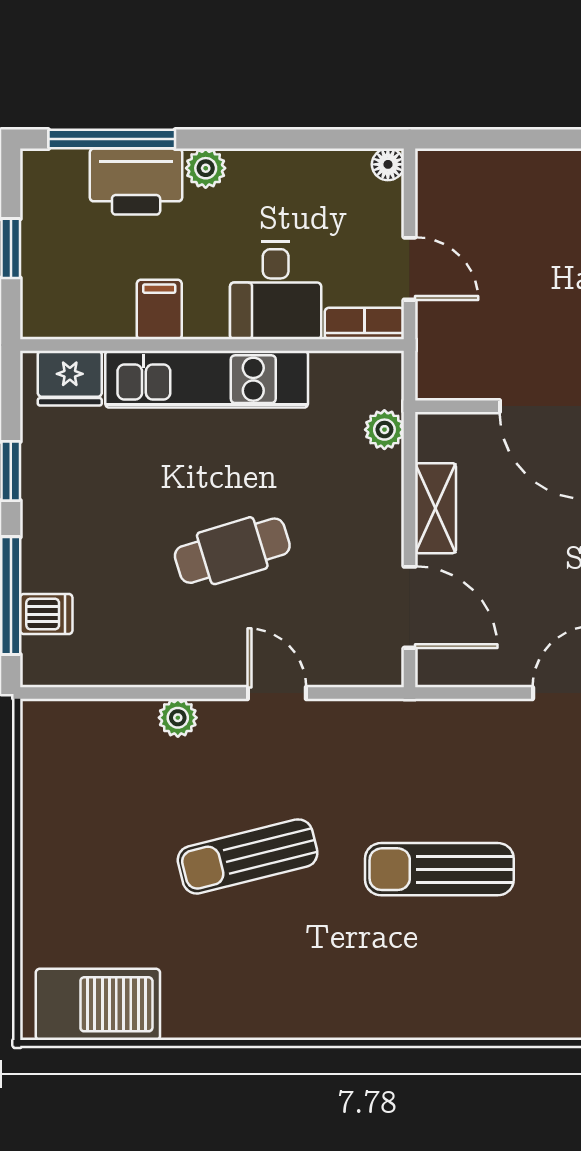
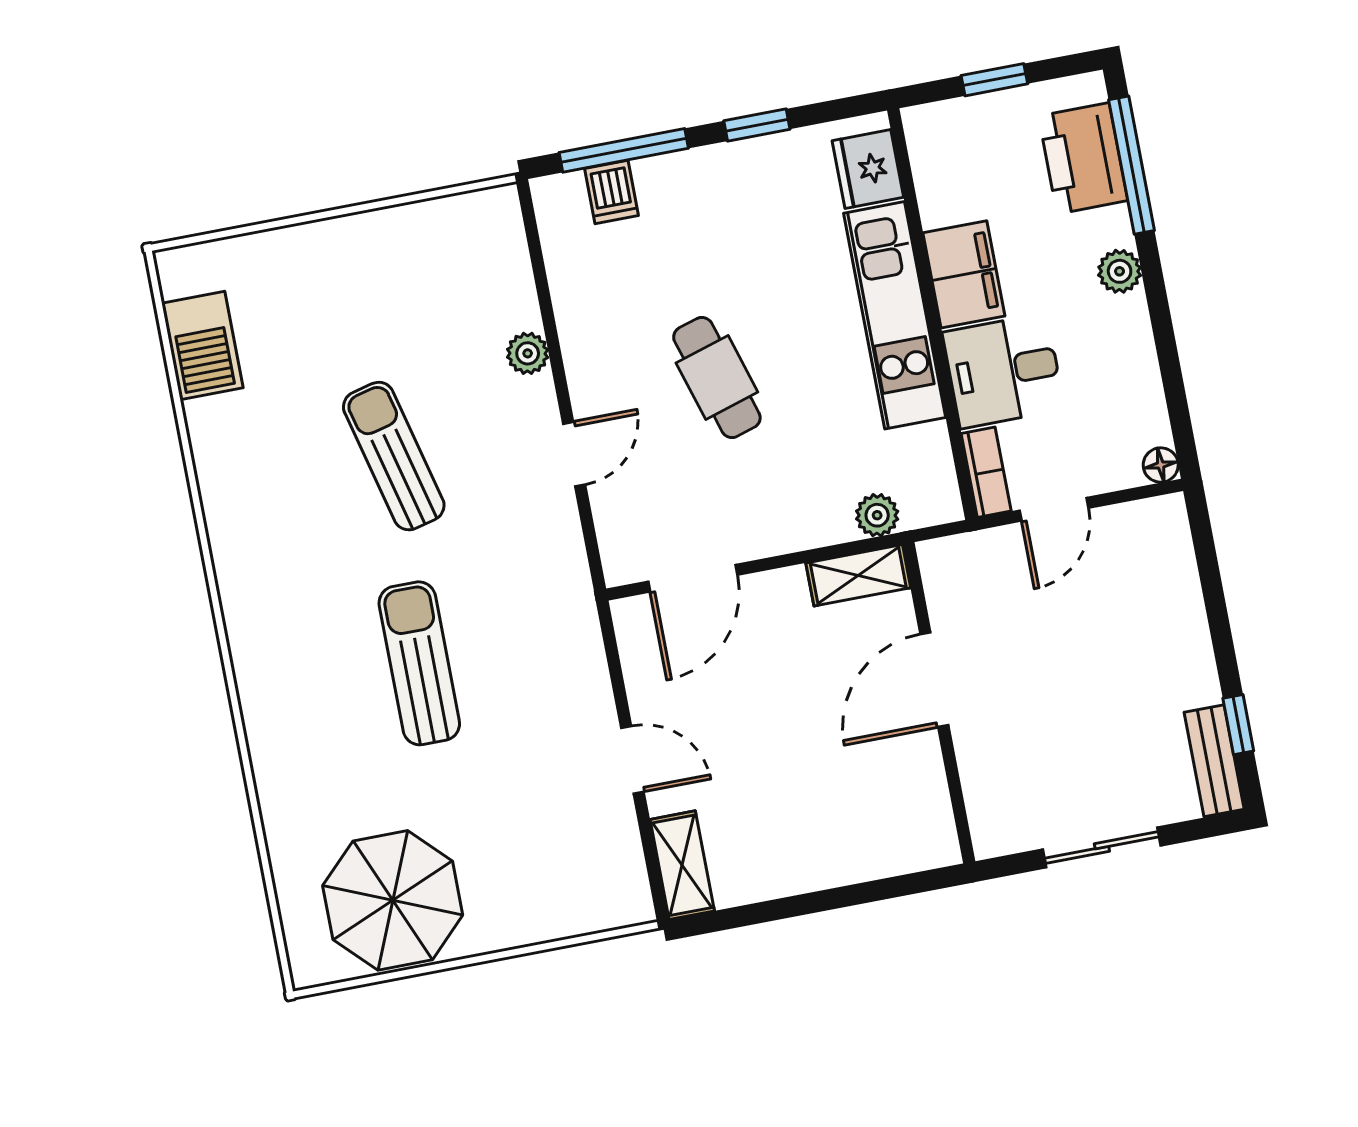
printer: (136, 182) -> (1083, 158), moved
filing cabinet: (159, 310) -> (964, 274), width x2.00
shelving: (436, 508) -> (858, 575), moved
barbecue: (98, 1004) -> (202, 346), width x0.73, depth x0.83

